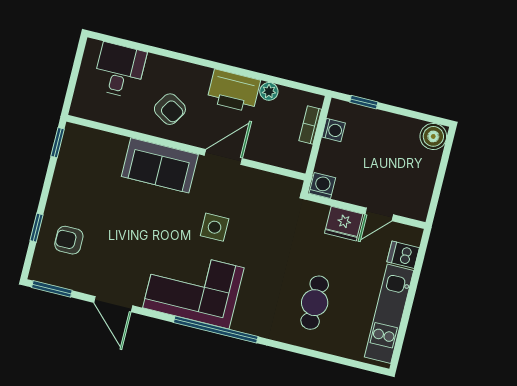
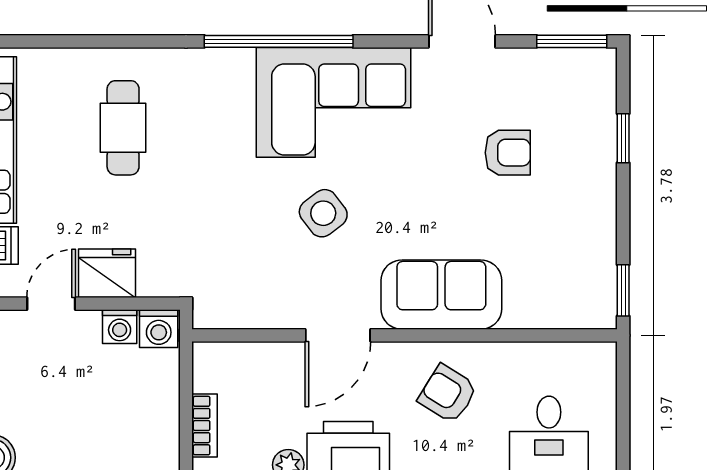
washing machine: (334, 130) -> (120, 327), moved, turned -90
side table: (215, 227) -> (323, 213), turned -37
armchair: (69, 240) -> (508, 153), moved

